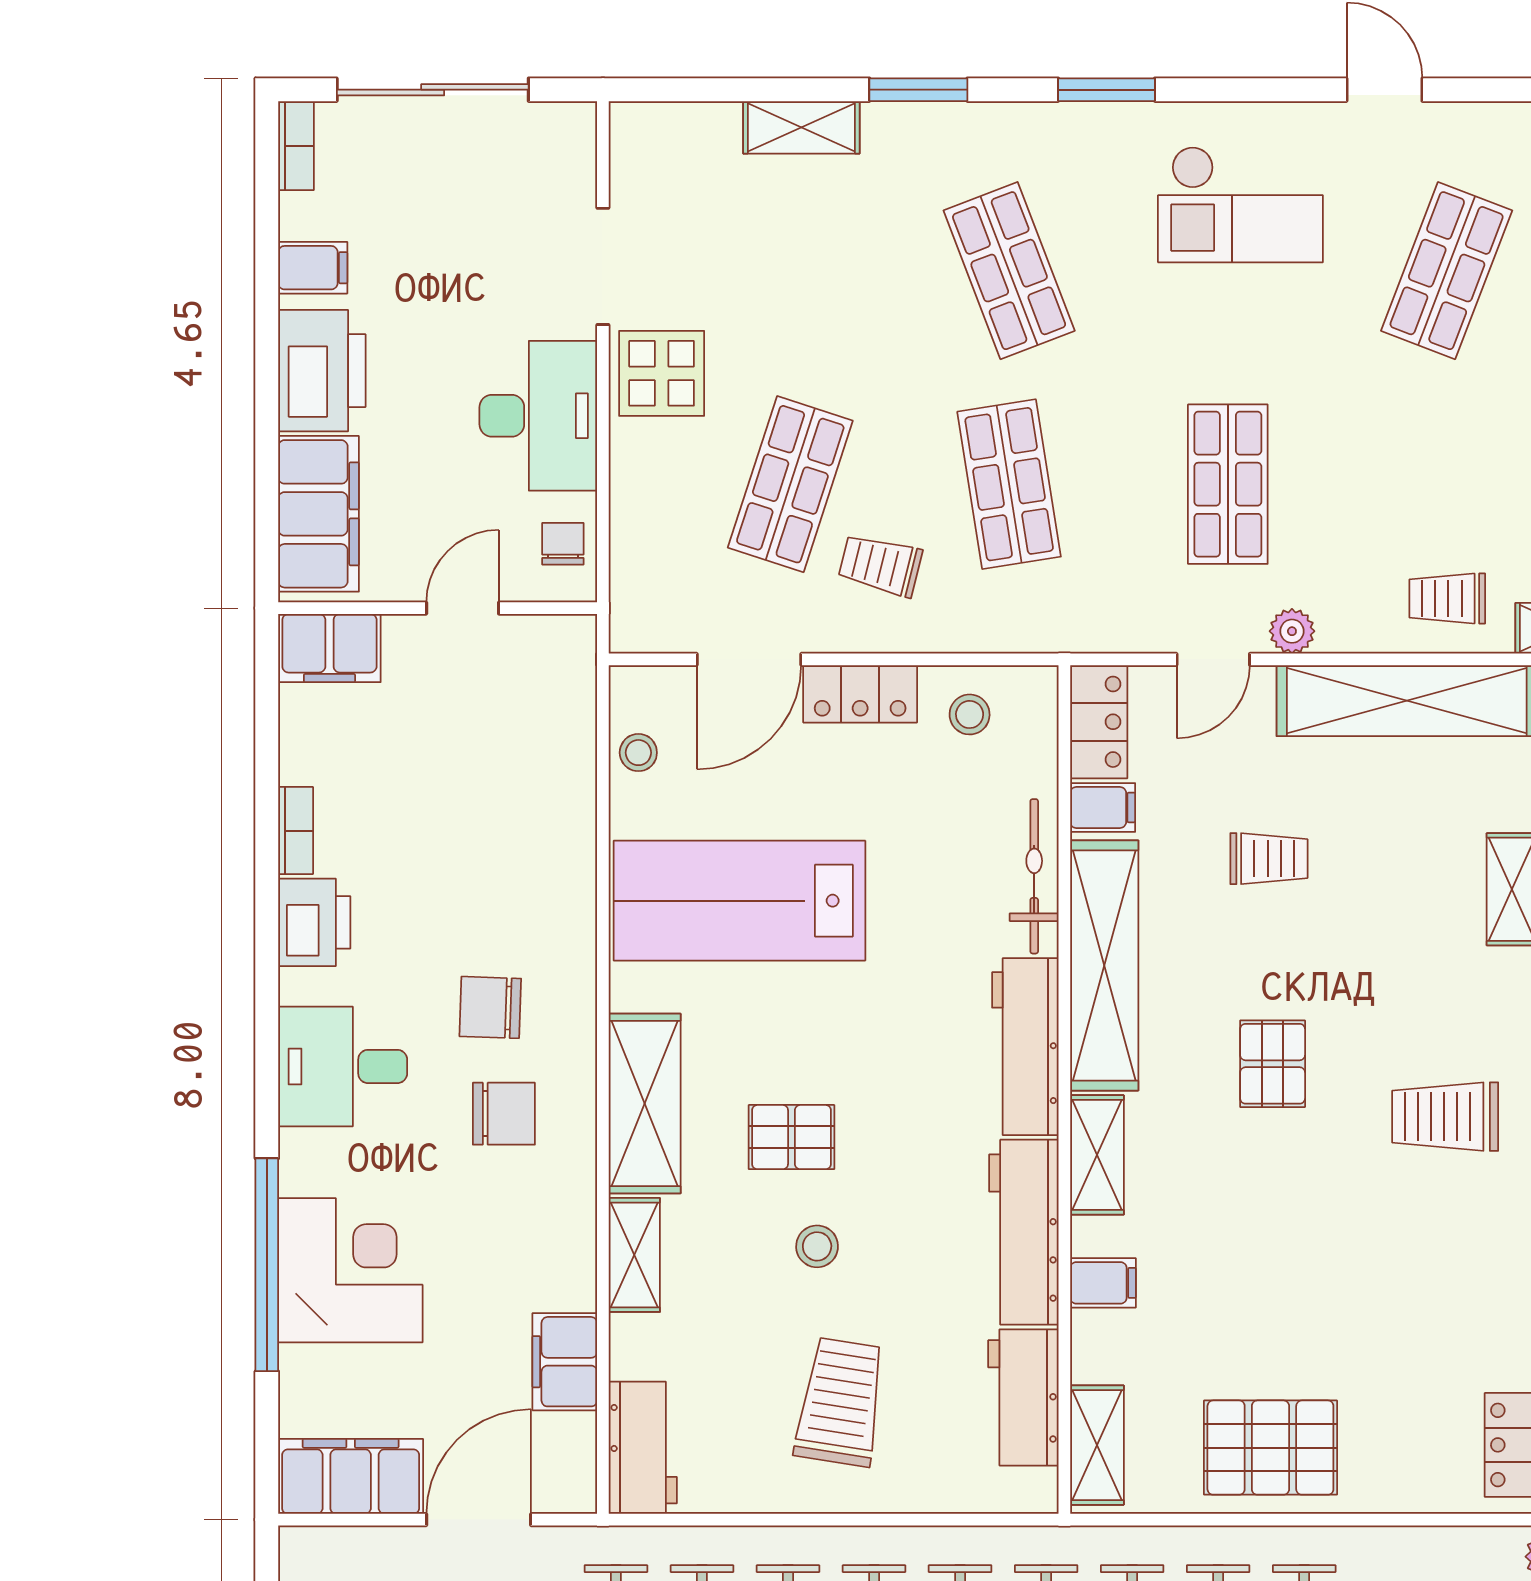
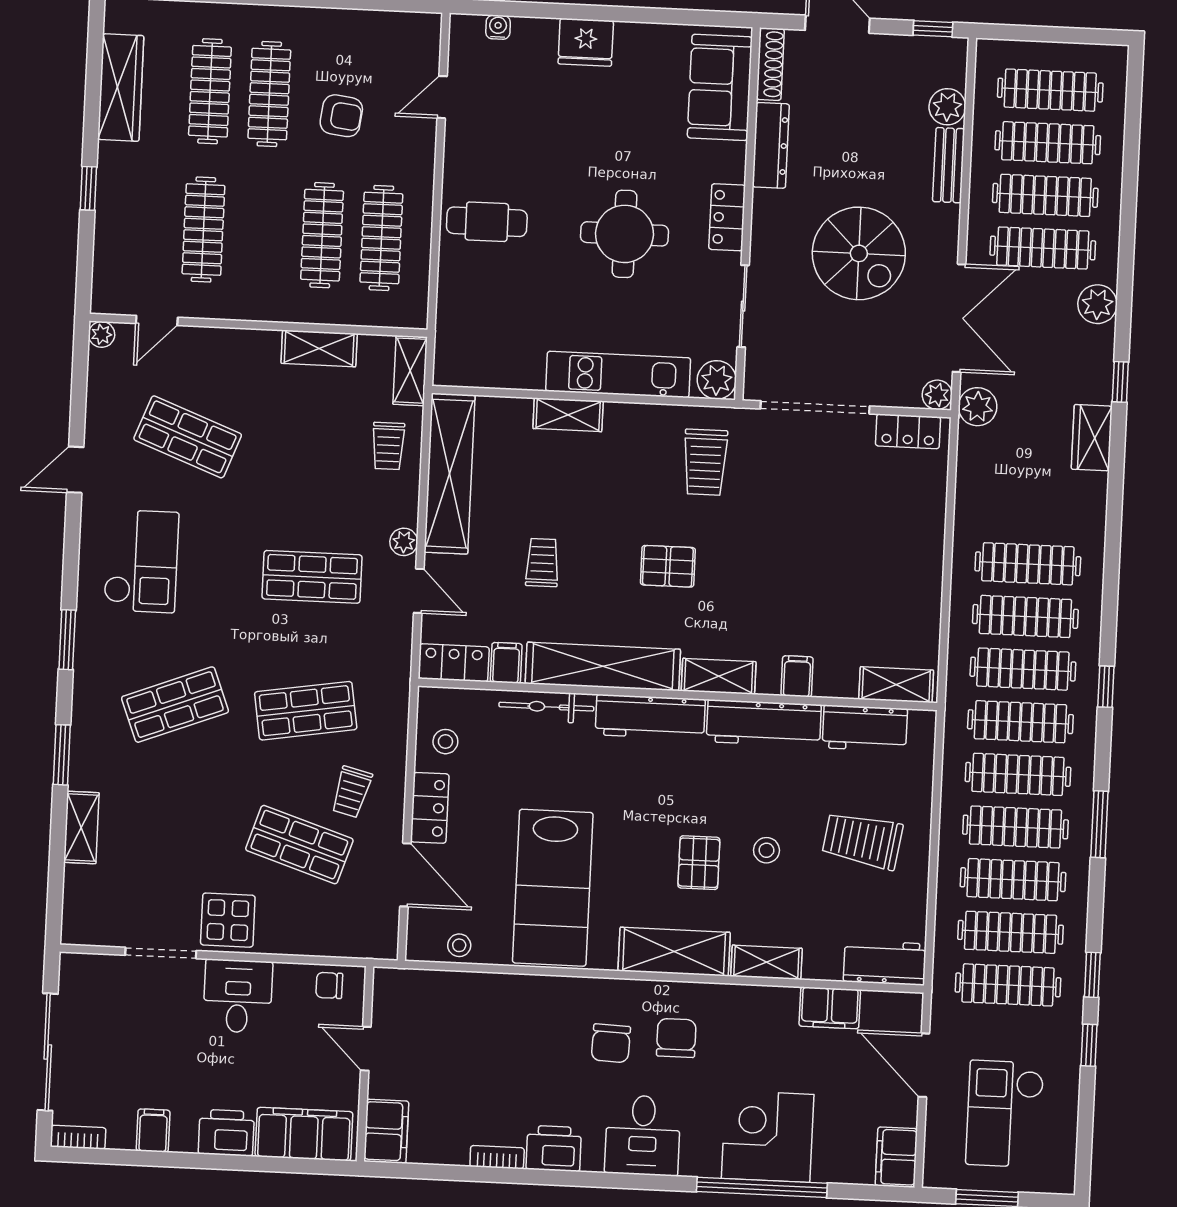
printer: (322, 371) -> (226, 1133), width x0.73, depth x0.84
desk: (538, 416) -> (238, 996), width x0.73
pallet: (1270, 1448) -> (903, 579), removed
filing cabinet: (351, 1476) -> (896, 1157), width x0.67, depth x0.86

